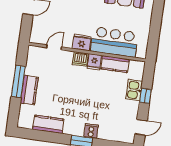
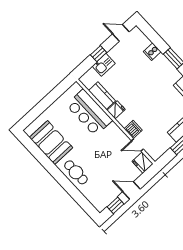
fridge: (82, 43) -> (143, 163), moved
dishwasher: (80, 59) -> (133, 129), moved
cooker: (91, 131) -> (152, 52), moved

